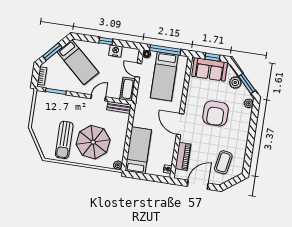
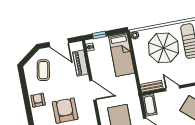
door: (98, 98) -> (173, 88), swing flipped
armchair: (239, 134) -> (38, 100), added
window: (154, 178) -> (99, 35), added
door: (198, 185) -> (59, 43), hinge flipped

